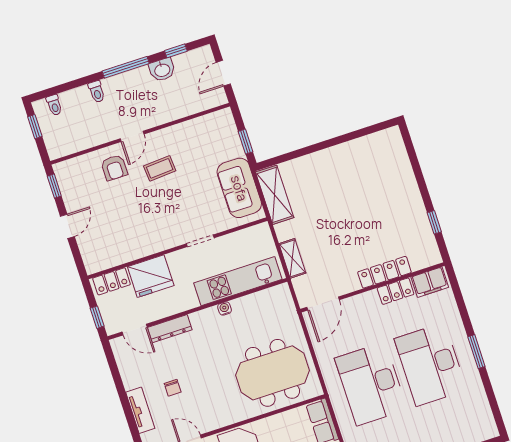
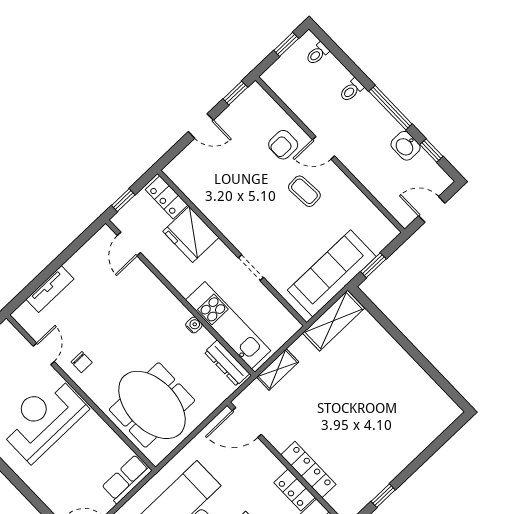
sofa: (239, 188) -> (332, 273), width x1.36
dresser: (170, 329) -> (227, 363), moved
chair: (173, 388) -> (82, 362), moved, turned -90

